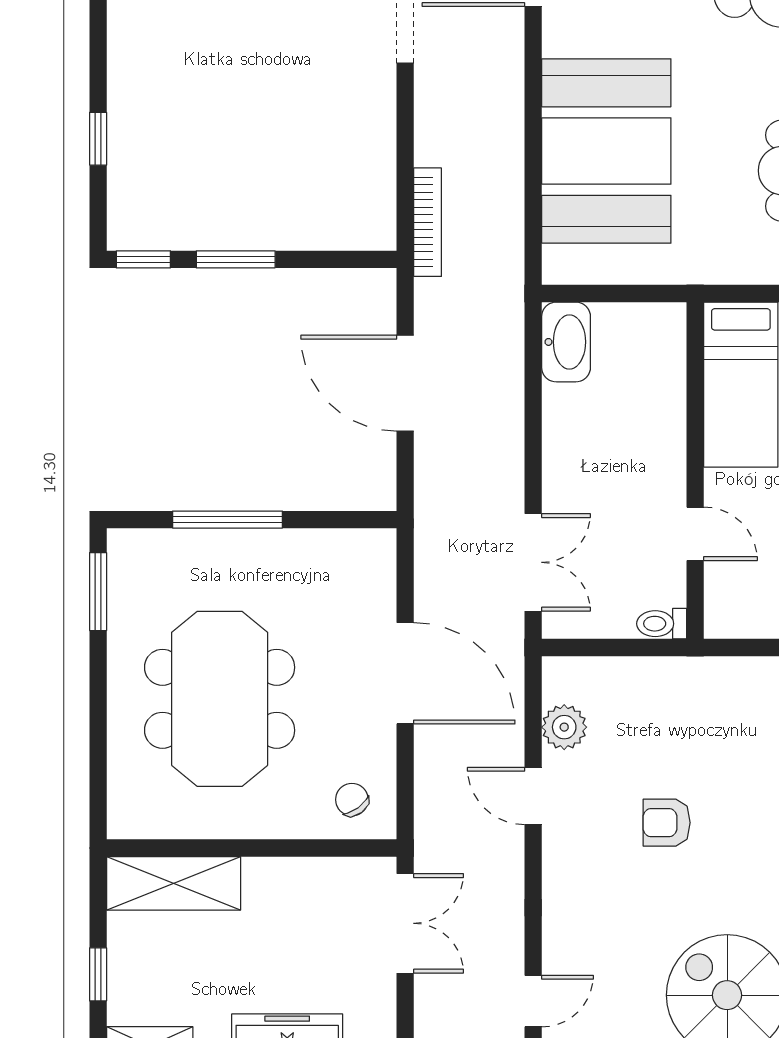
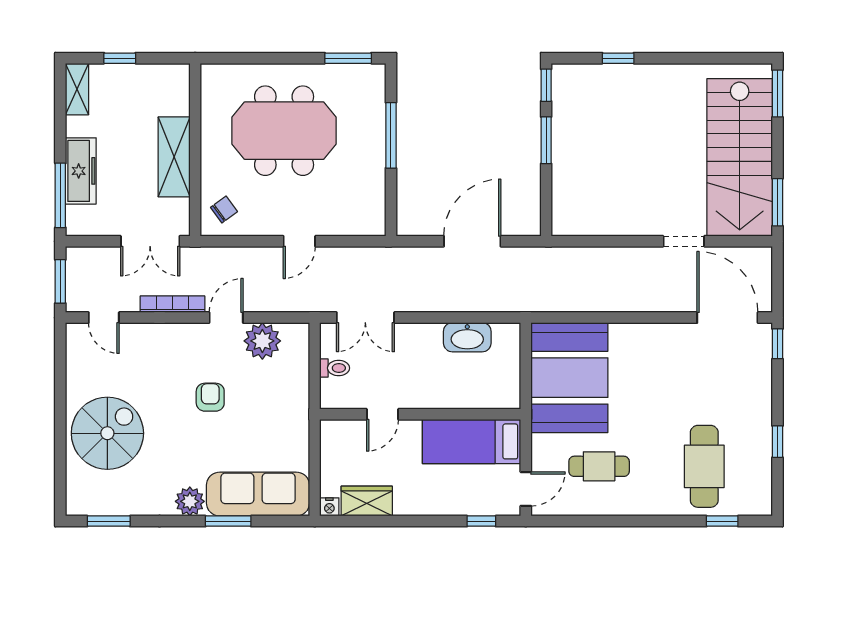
booth: (606, 151) -> (569, 378), moved, turned 90
bookcase: (428, 222) -> (173, 304), moved, turned 180
washbasin: (566, 342) -> (467, 337), moved
toilet: (662, 624) -> (335, 368), moved, turned 90
door: (405, 673) -> (299, 241), width x0.53
plant: (564, 727) -> (262, 341), width x1.36, depth x1.36
shelving: (174, 883) -> (174, 157), moved

